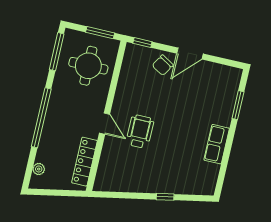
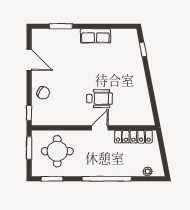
window: (57, 52) -> (52, 179), width x0.69
door: (190, 54) -> (29, 60), moved
wheelchair: (140, 131) -> (100, 99), turned 180
window: (165, 197) -> (143, 49), moved

